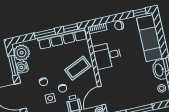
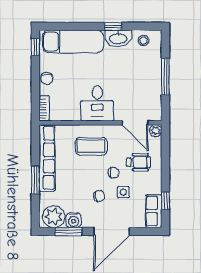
window: (71, 28) -> (35, 144), removed
desk: (107, 55) -> (97, 103), moved
coffee table: (78, 68) -> (91, 146), turned -66

